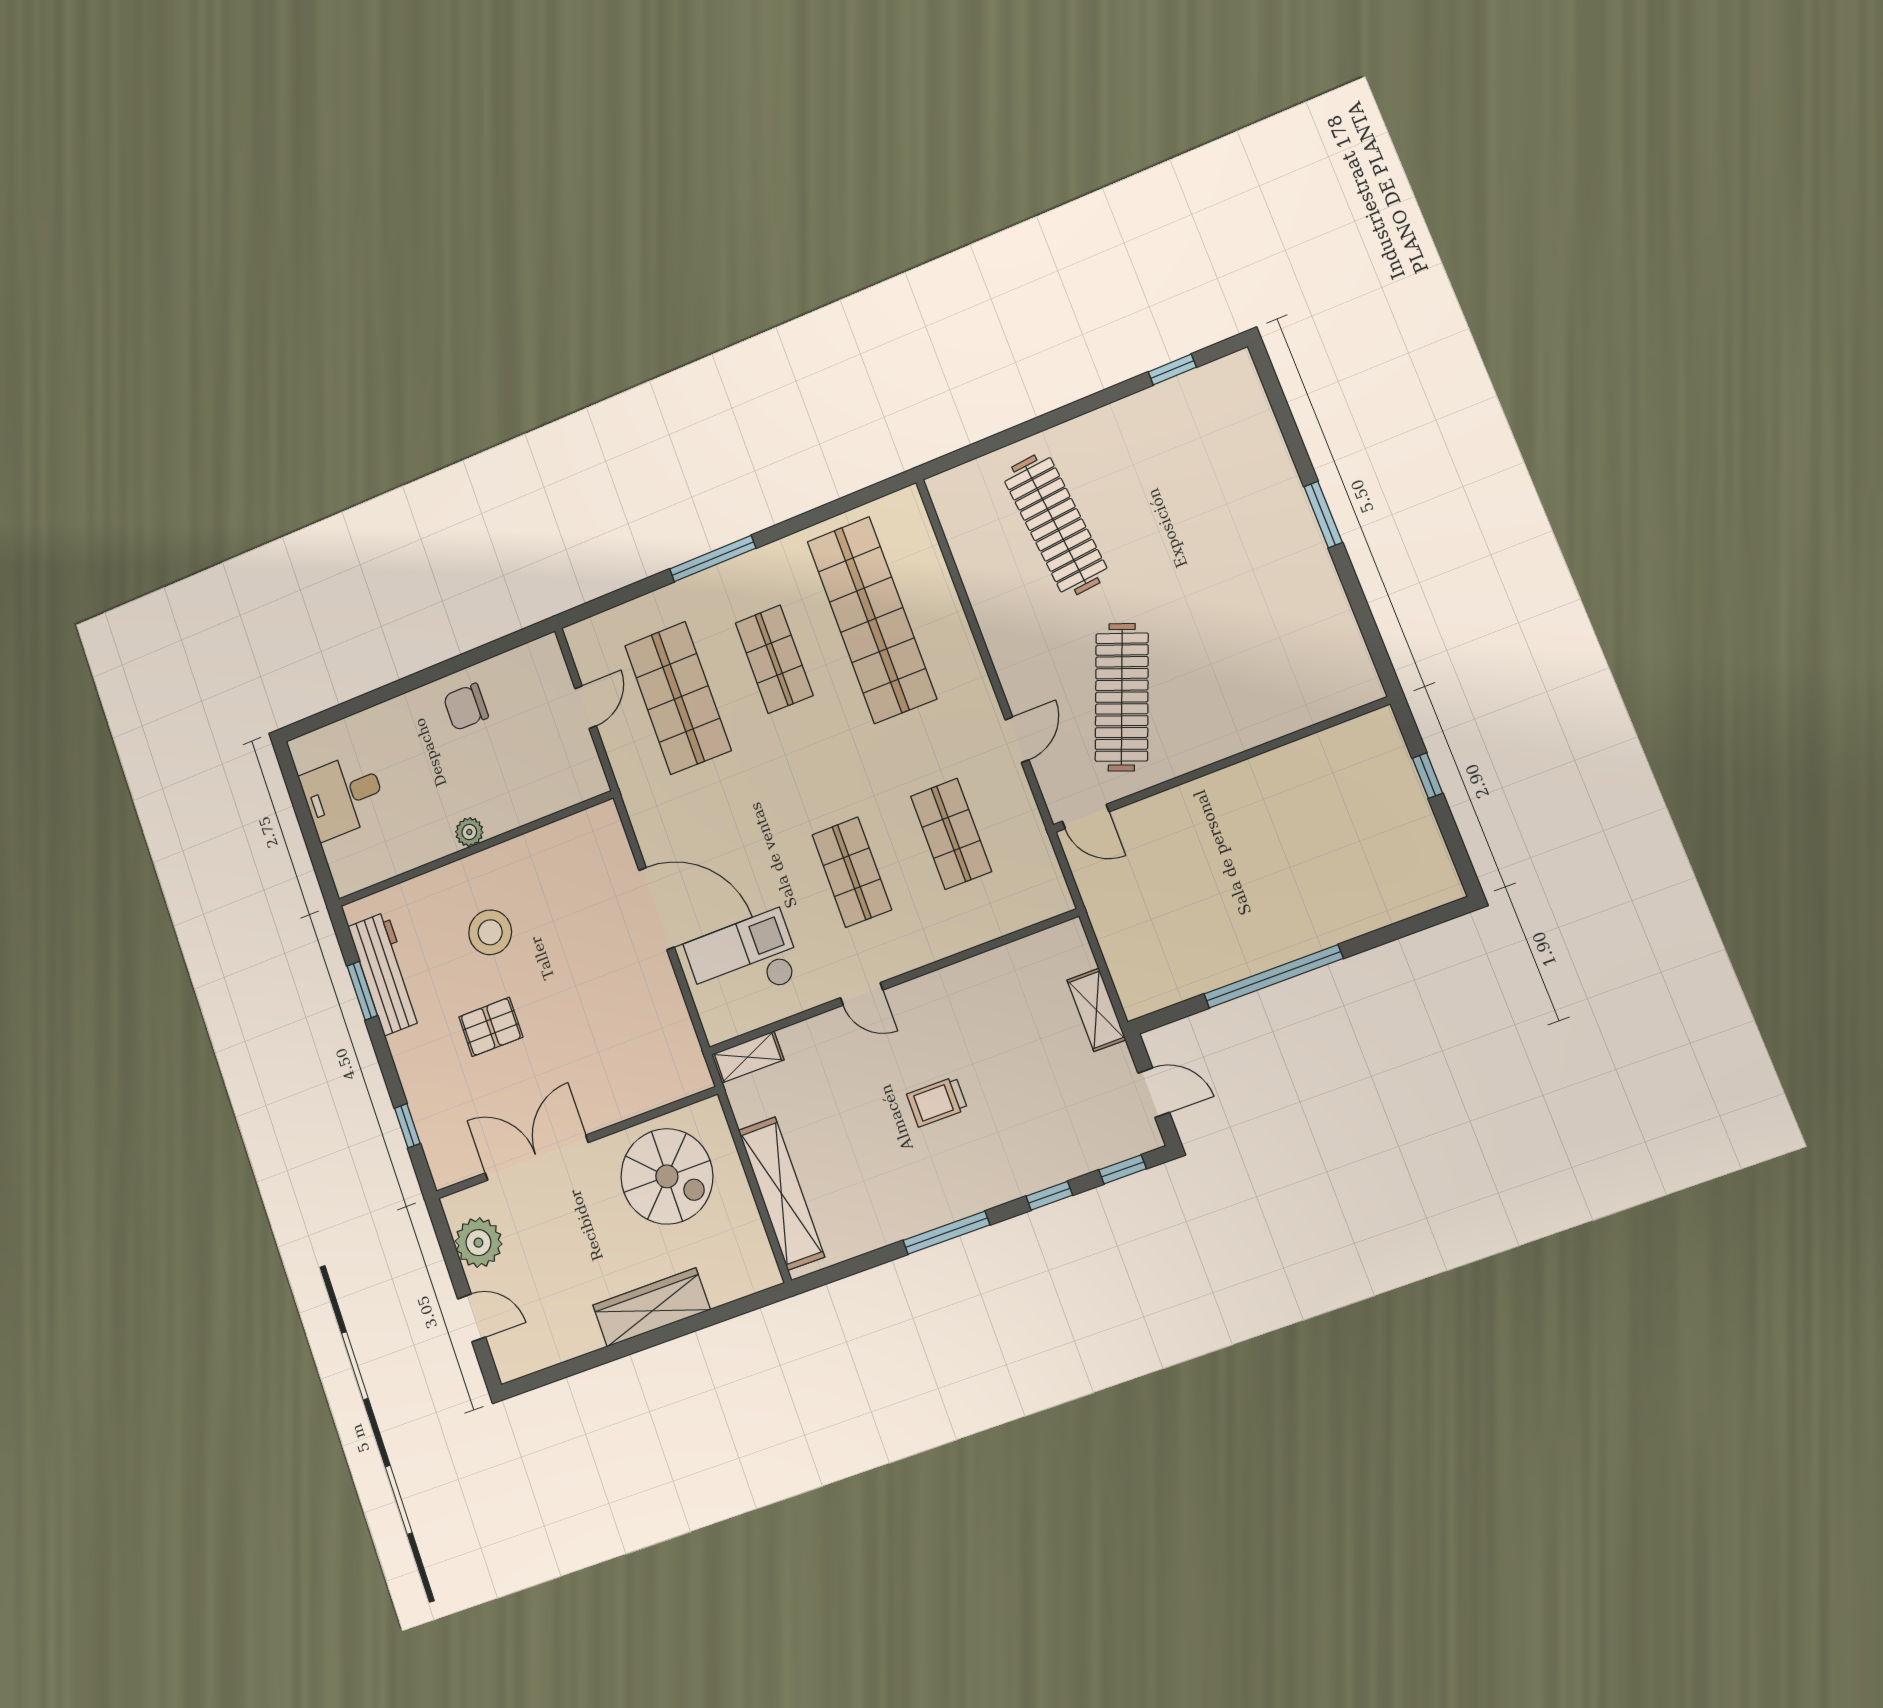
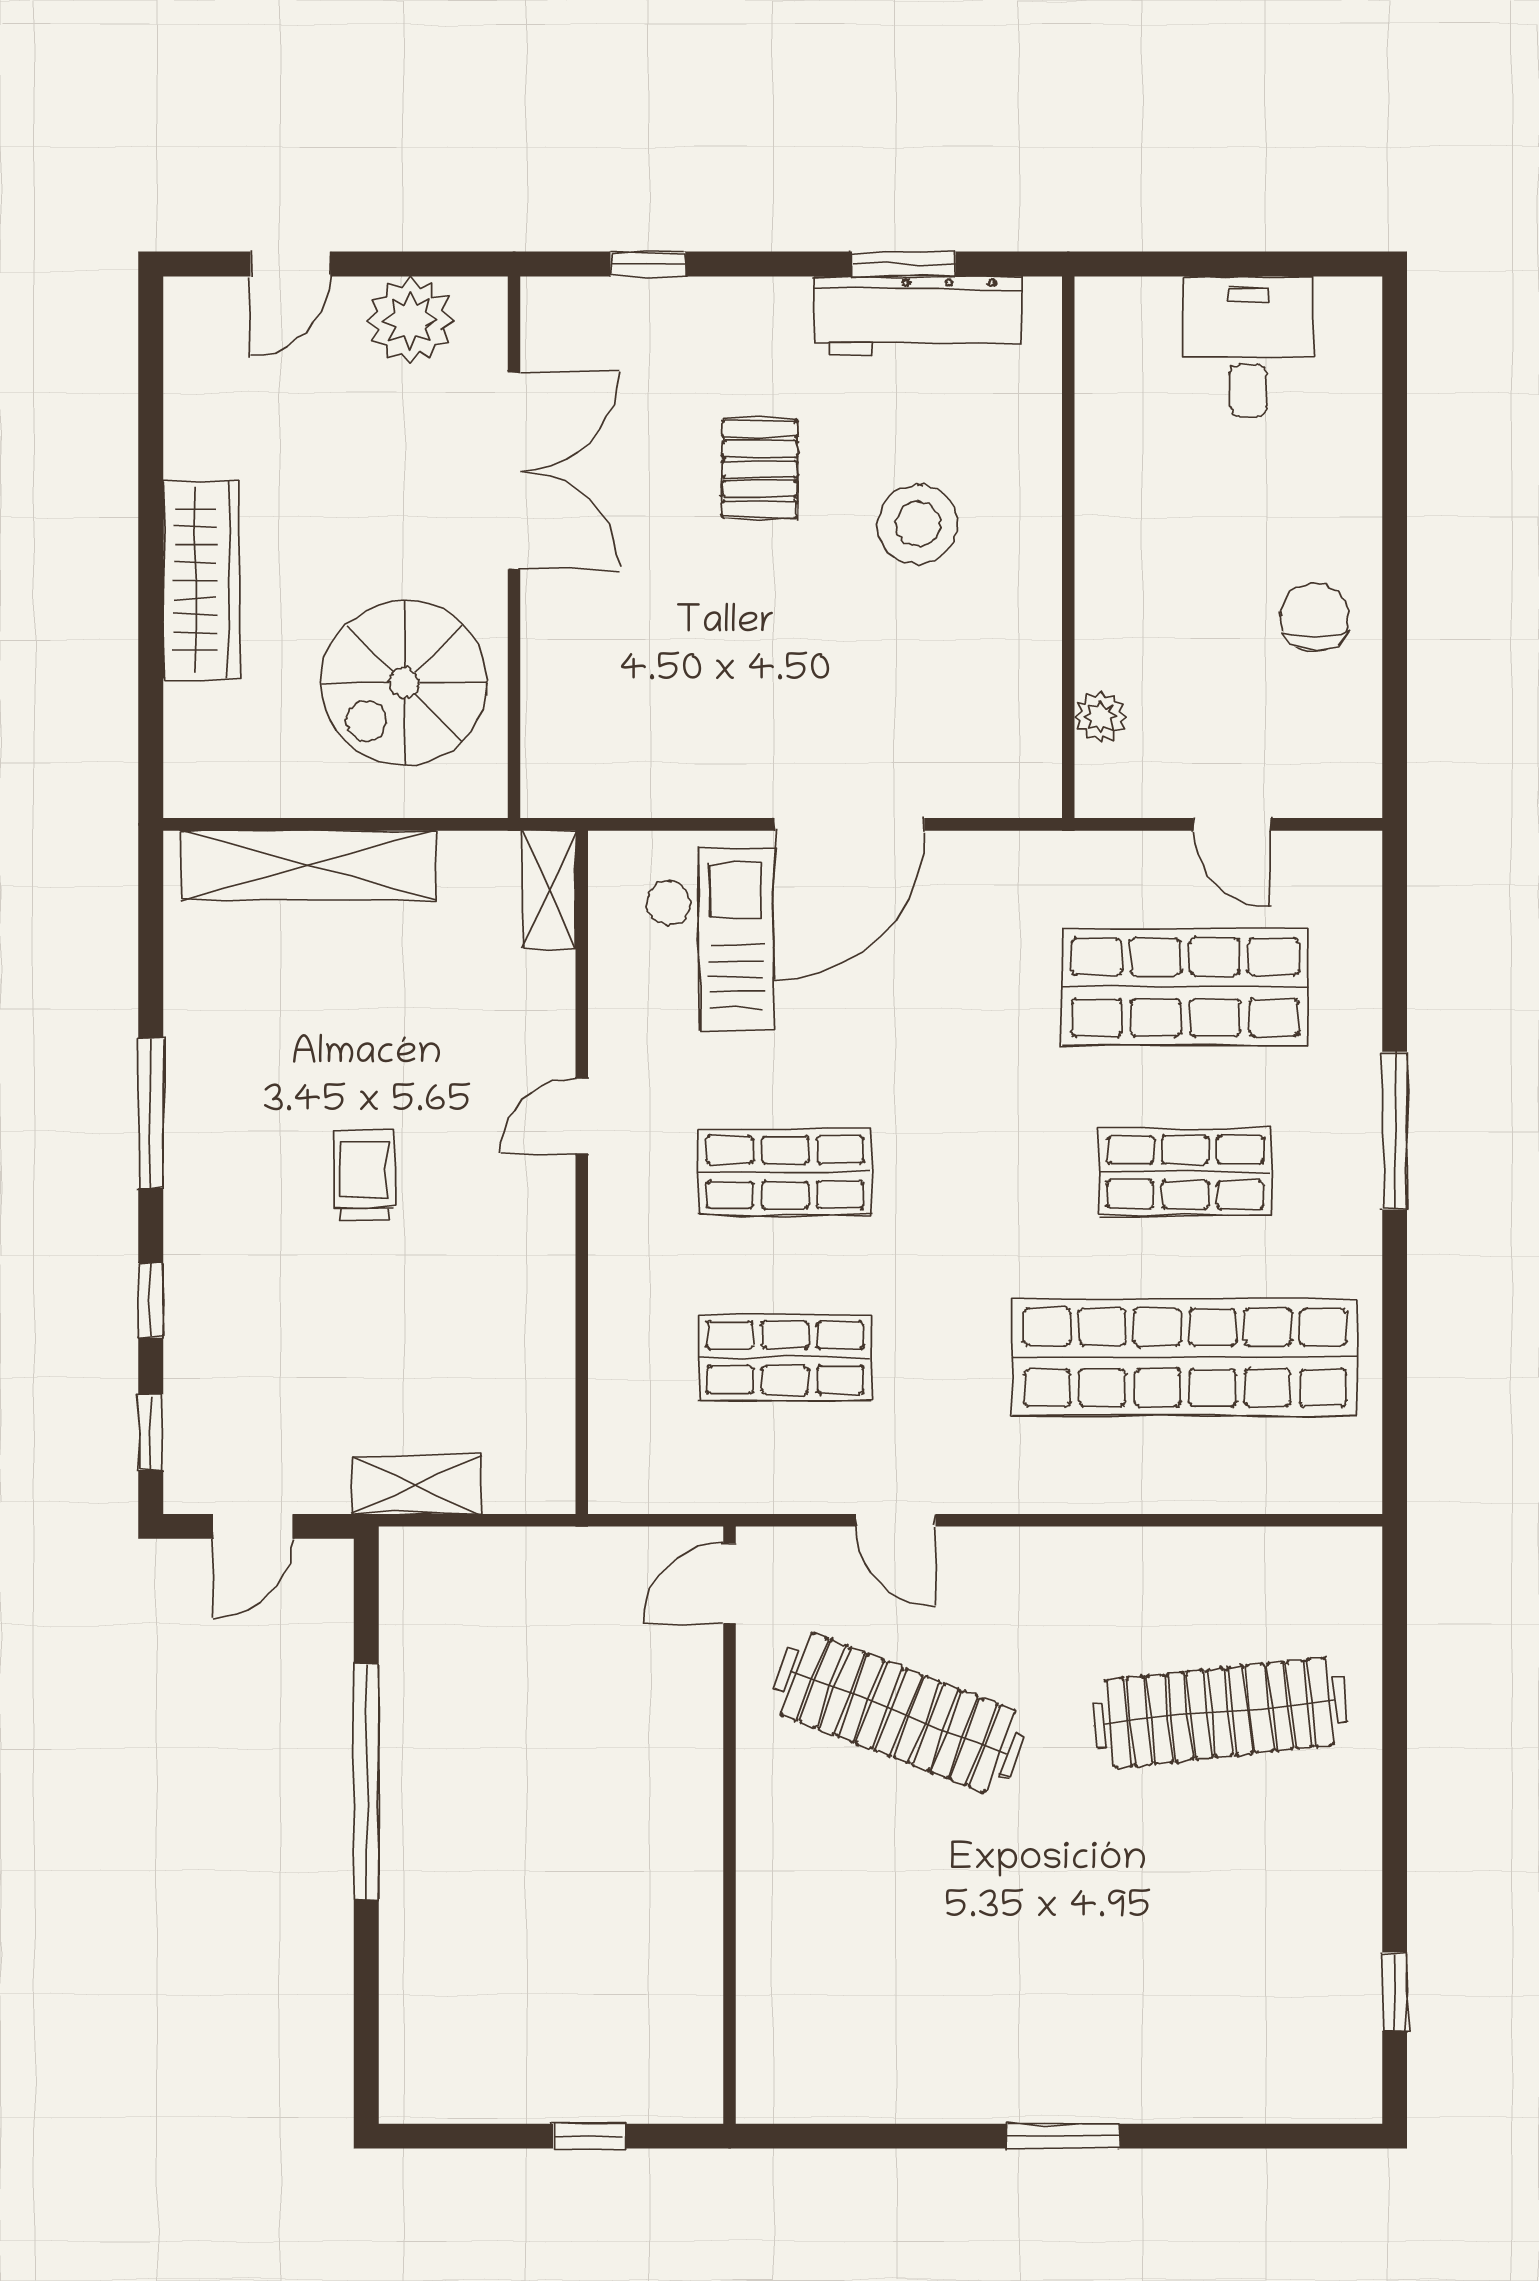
plant: (469, 832) -> (1100, 717), moved

